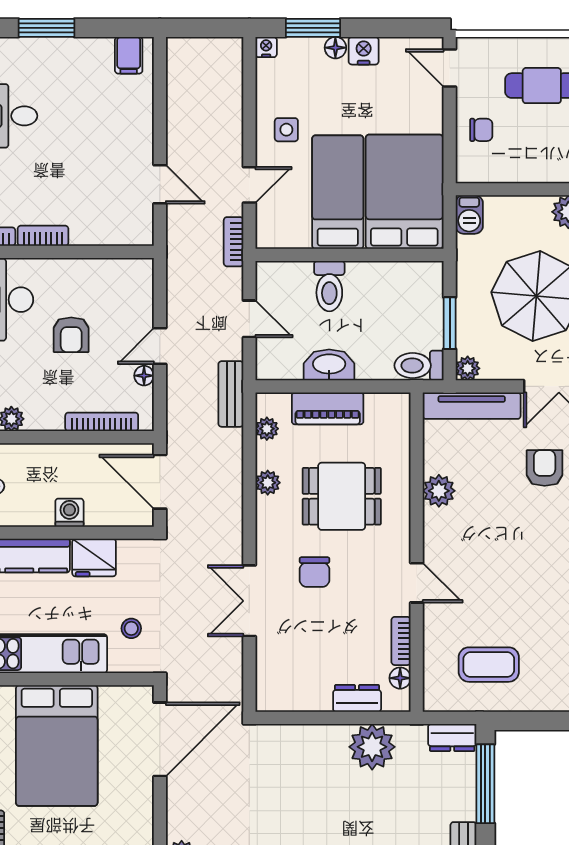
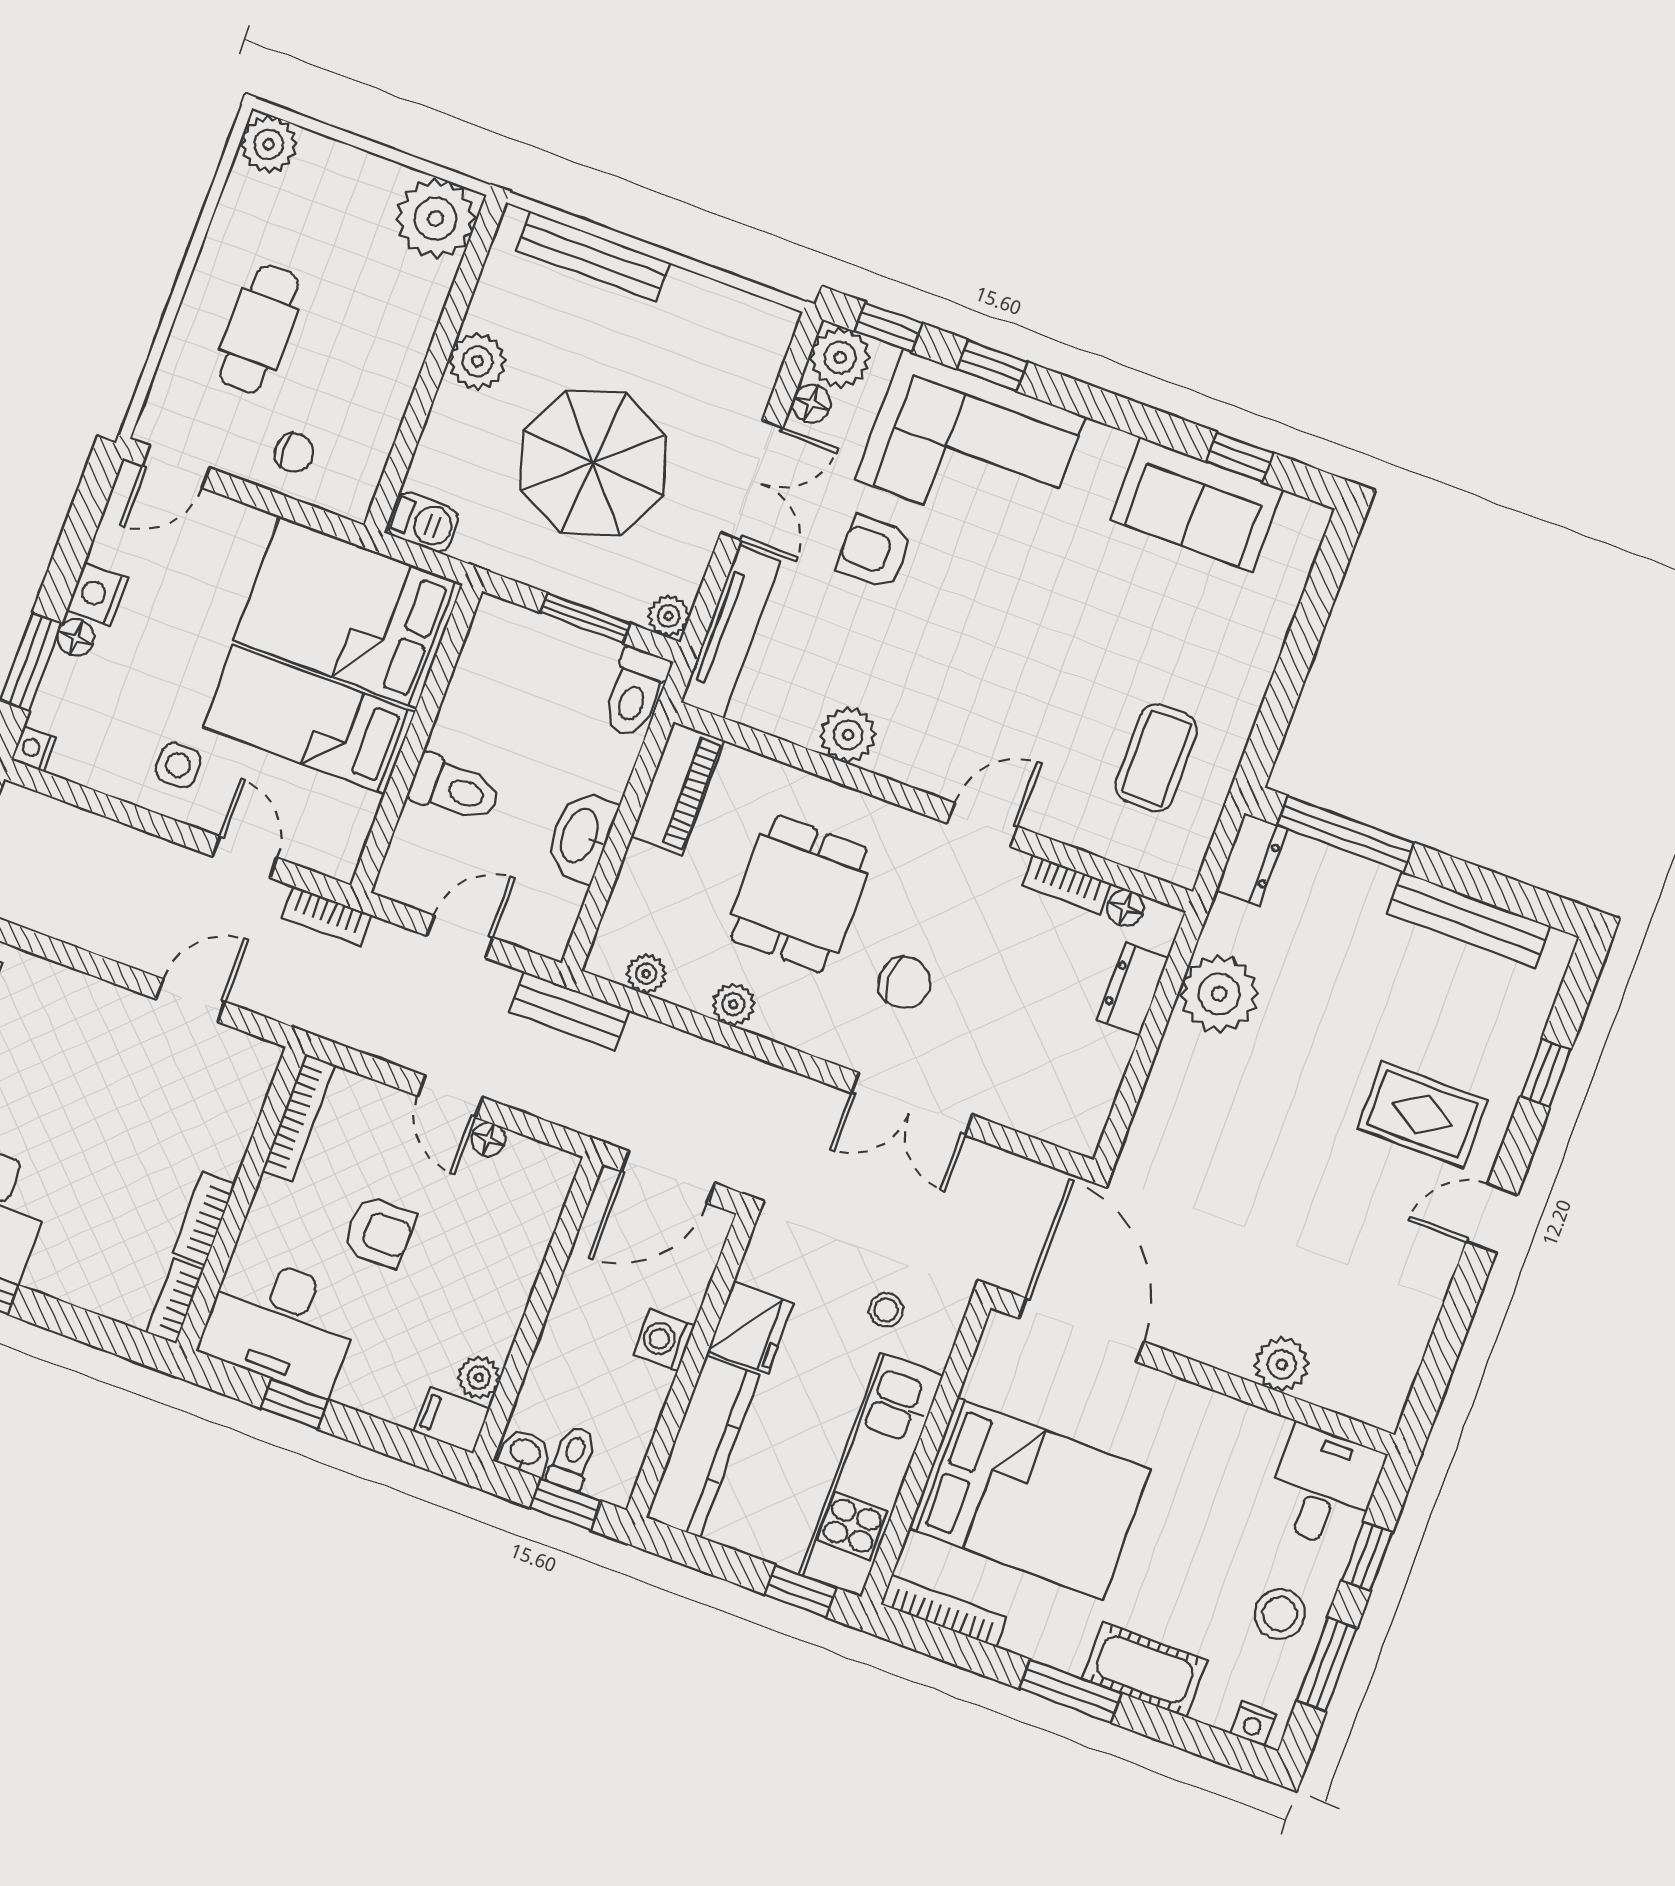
chair: (481, 130) -> (294, 453), turned 90
piano: (328, 408) -> (678, 788), moved
bookcase: (102, 422) -> (299, 1118), moved, turned 180

